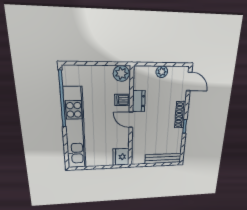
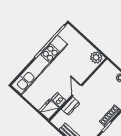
dishwasher: (122, 100) -> (59, 100), moved
dresser: (139, 101) -> (71, 106), moved

